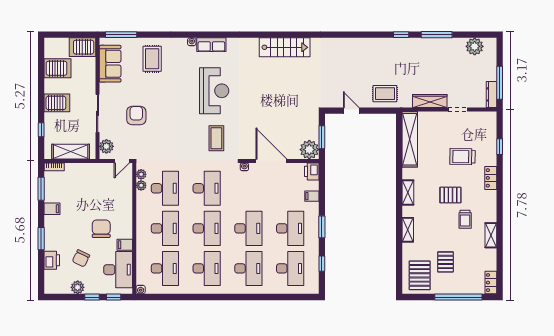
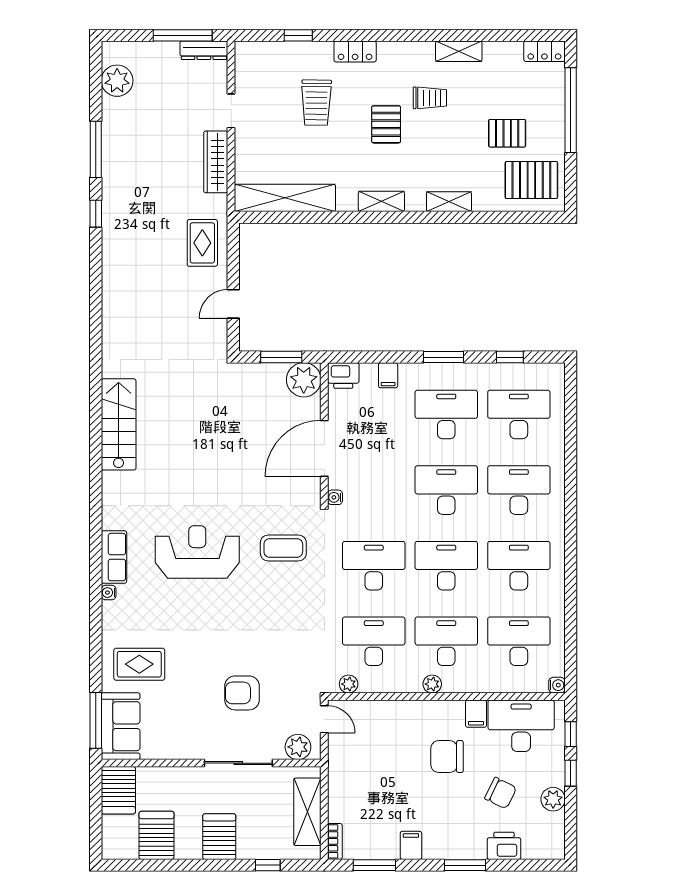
sofa: (110, 64) -> (121, 726), moved, turned 90
plant: (141, 185) -> (432, 684), moved

